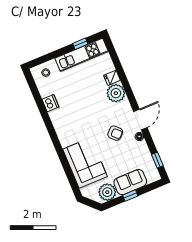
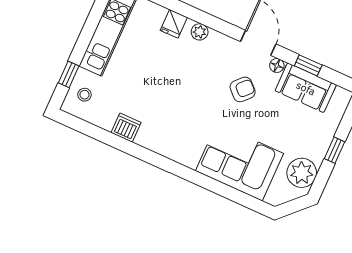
window: (80, 44) -> (69, 74), moved
plant: (116, 93) -> (200, 32), width x0.53, depth x0.53
window: (157, 160) -> (308, 65), moved
sofa: (130, 182) -> (306, 88), moved, turned -90

